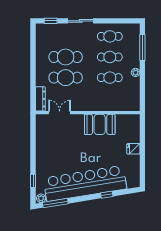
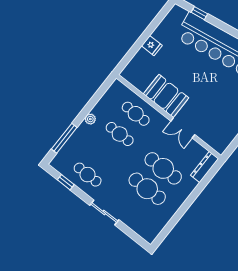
window: (51, 21) -> (66, 182), moved
cafe table: (110, 57) -> (136, 114), moved
double door: (60, 113) -> (183, 128), moved
window: (107, 195) -> (199, 13), moved

